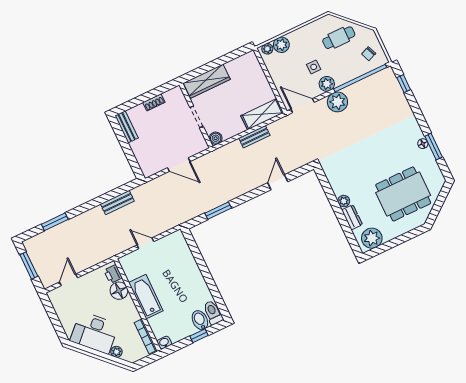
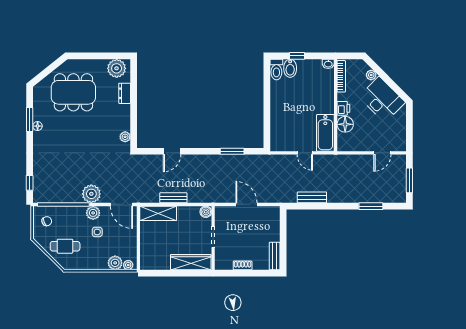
plant: (344, 201) -> (125, 137), moved
printer: (113, 274) -> (343, 108), moved
bathtub: (146, 297) -> (325, 133), moved

